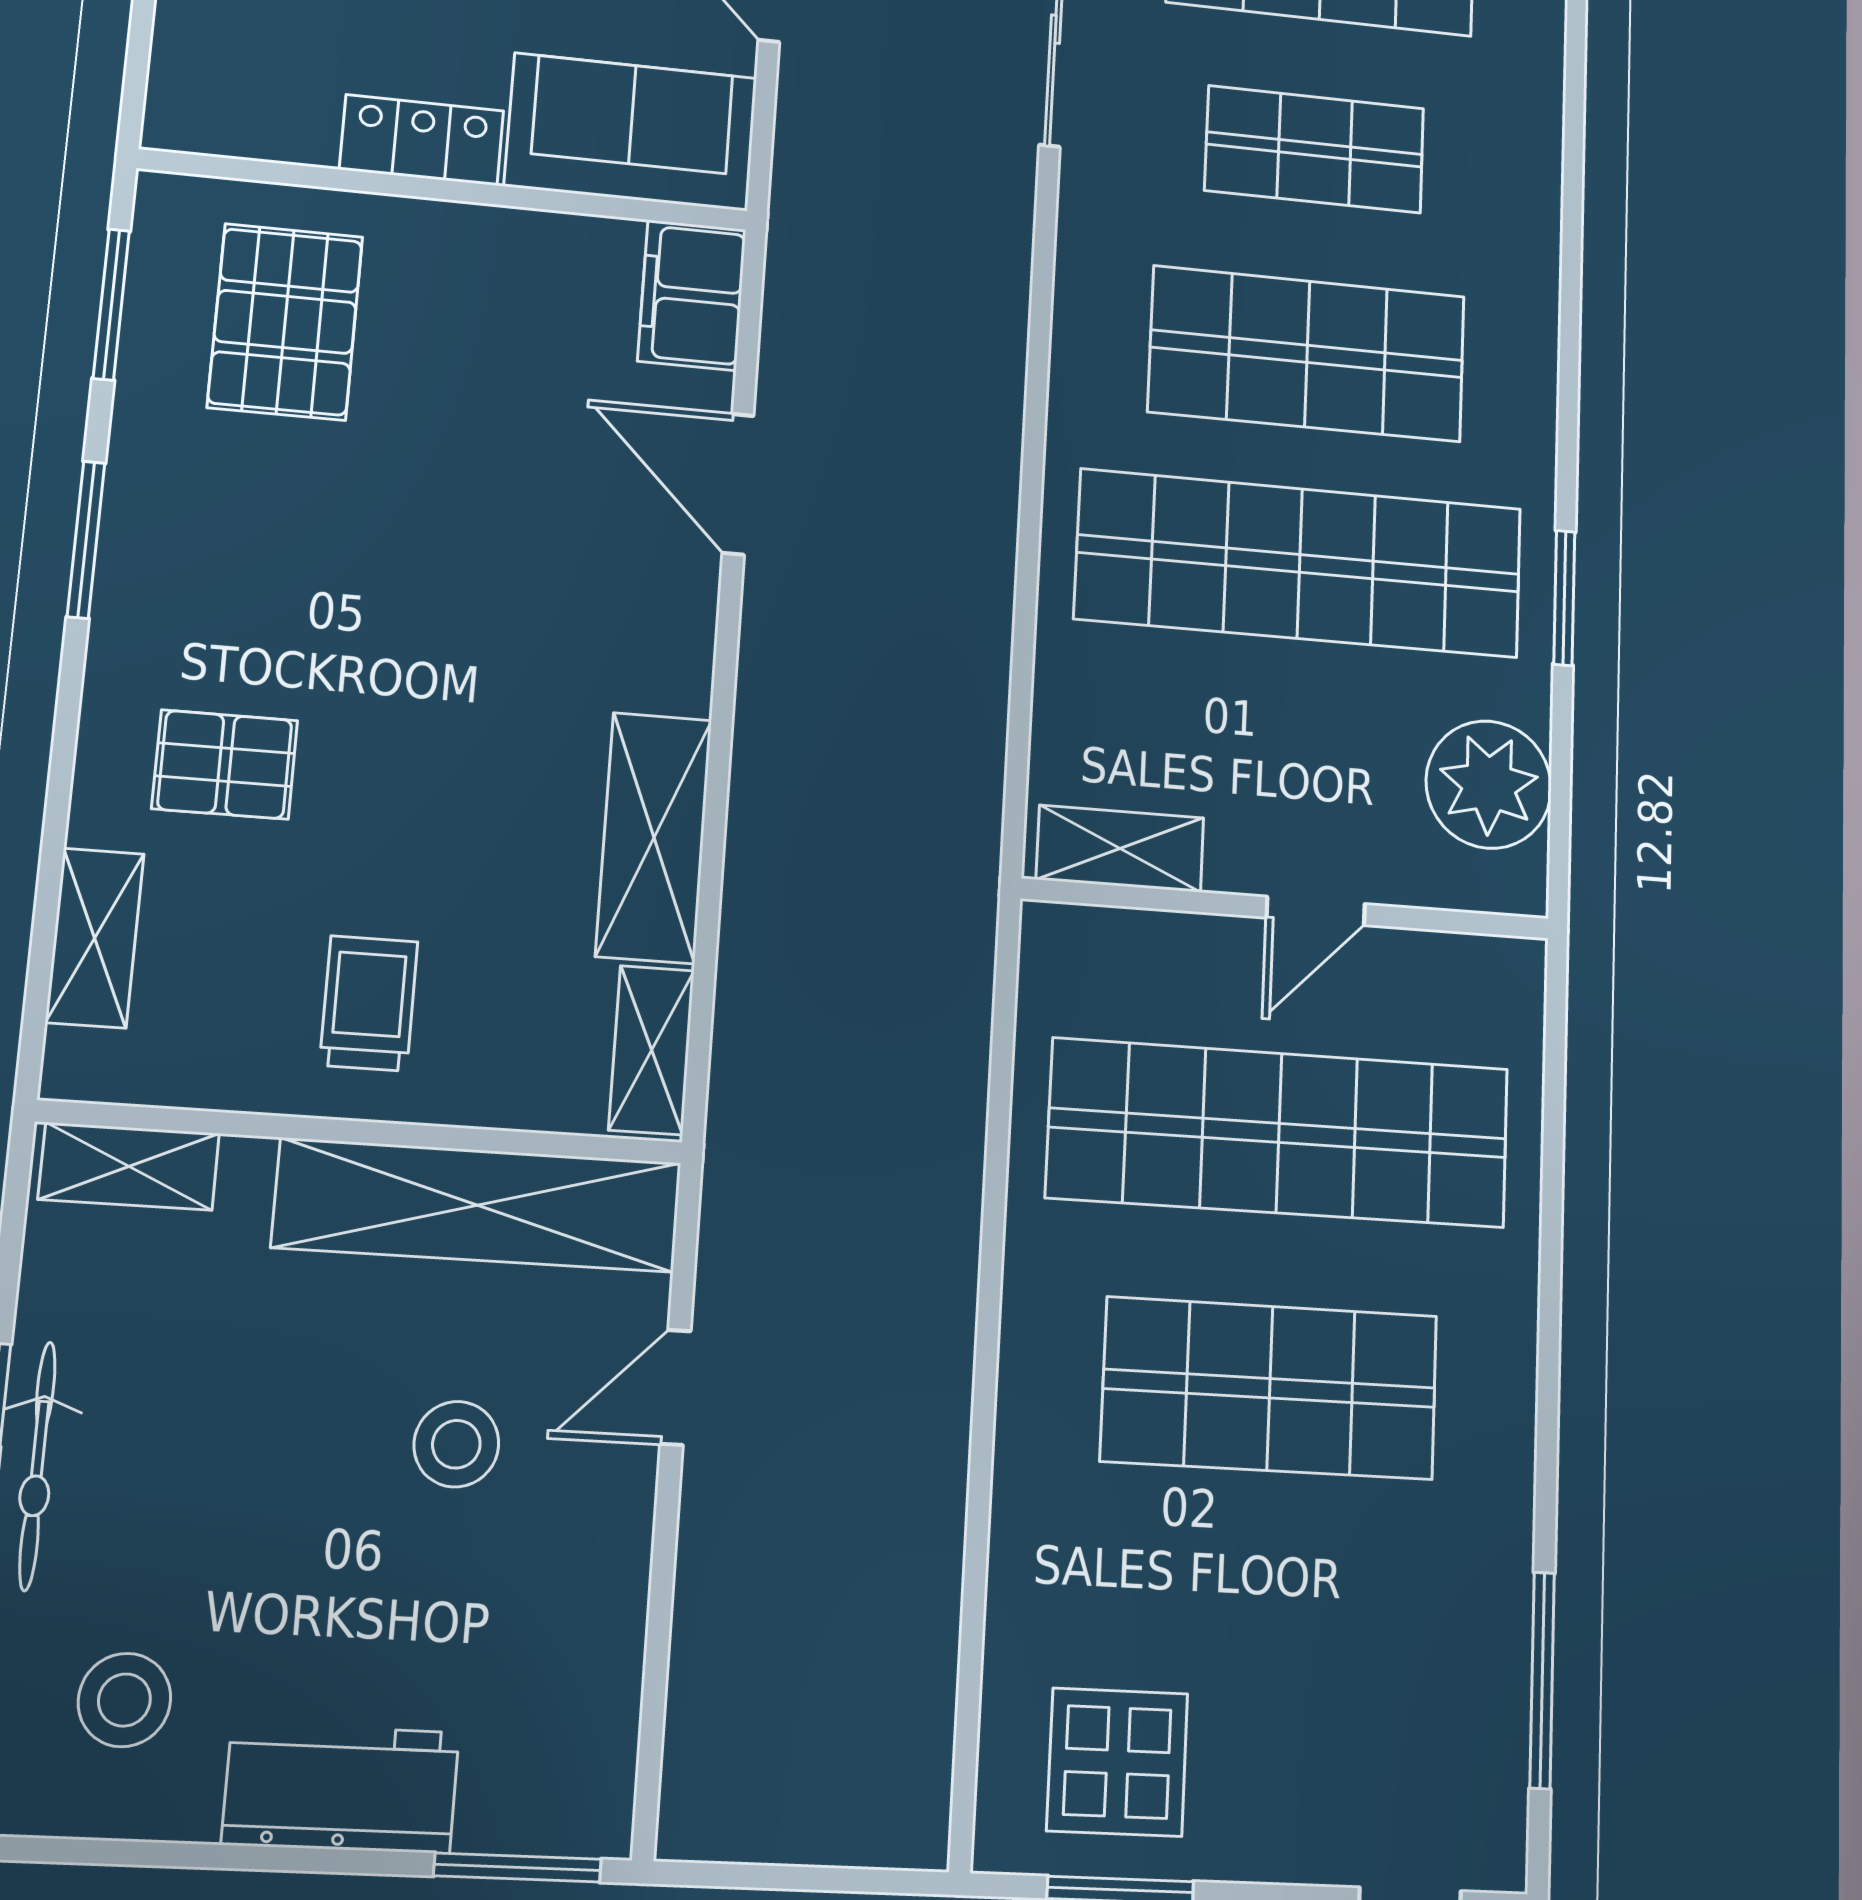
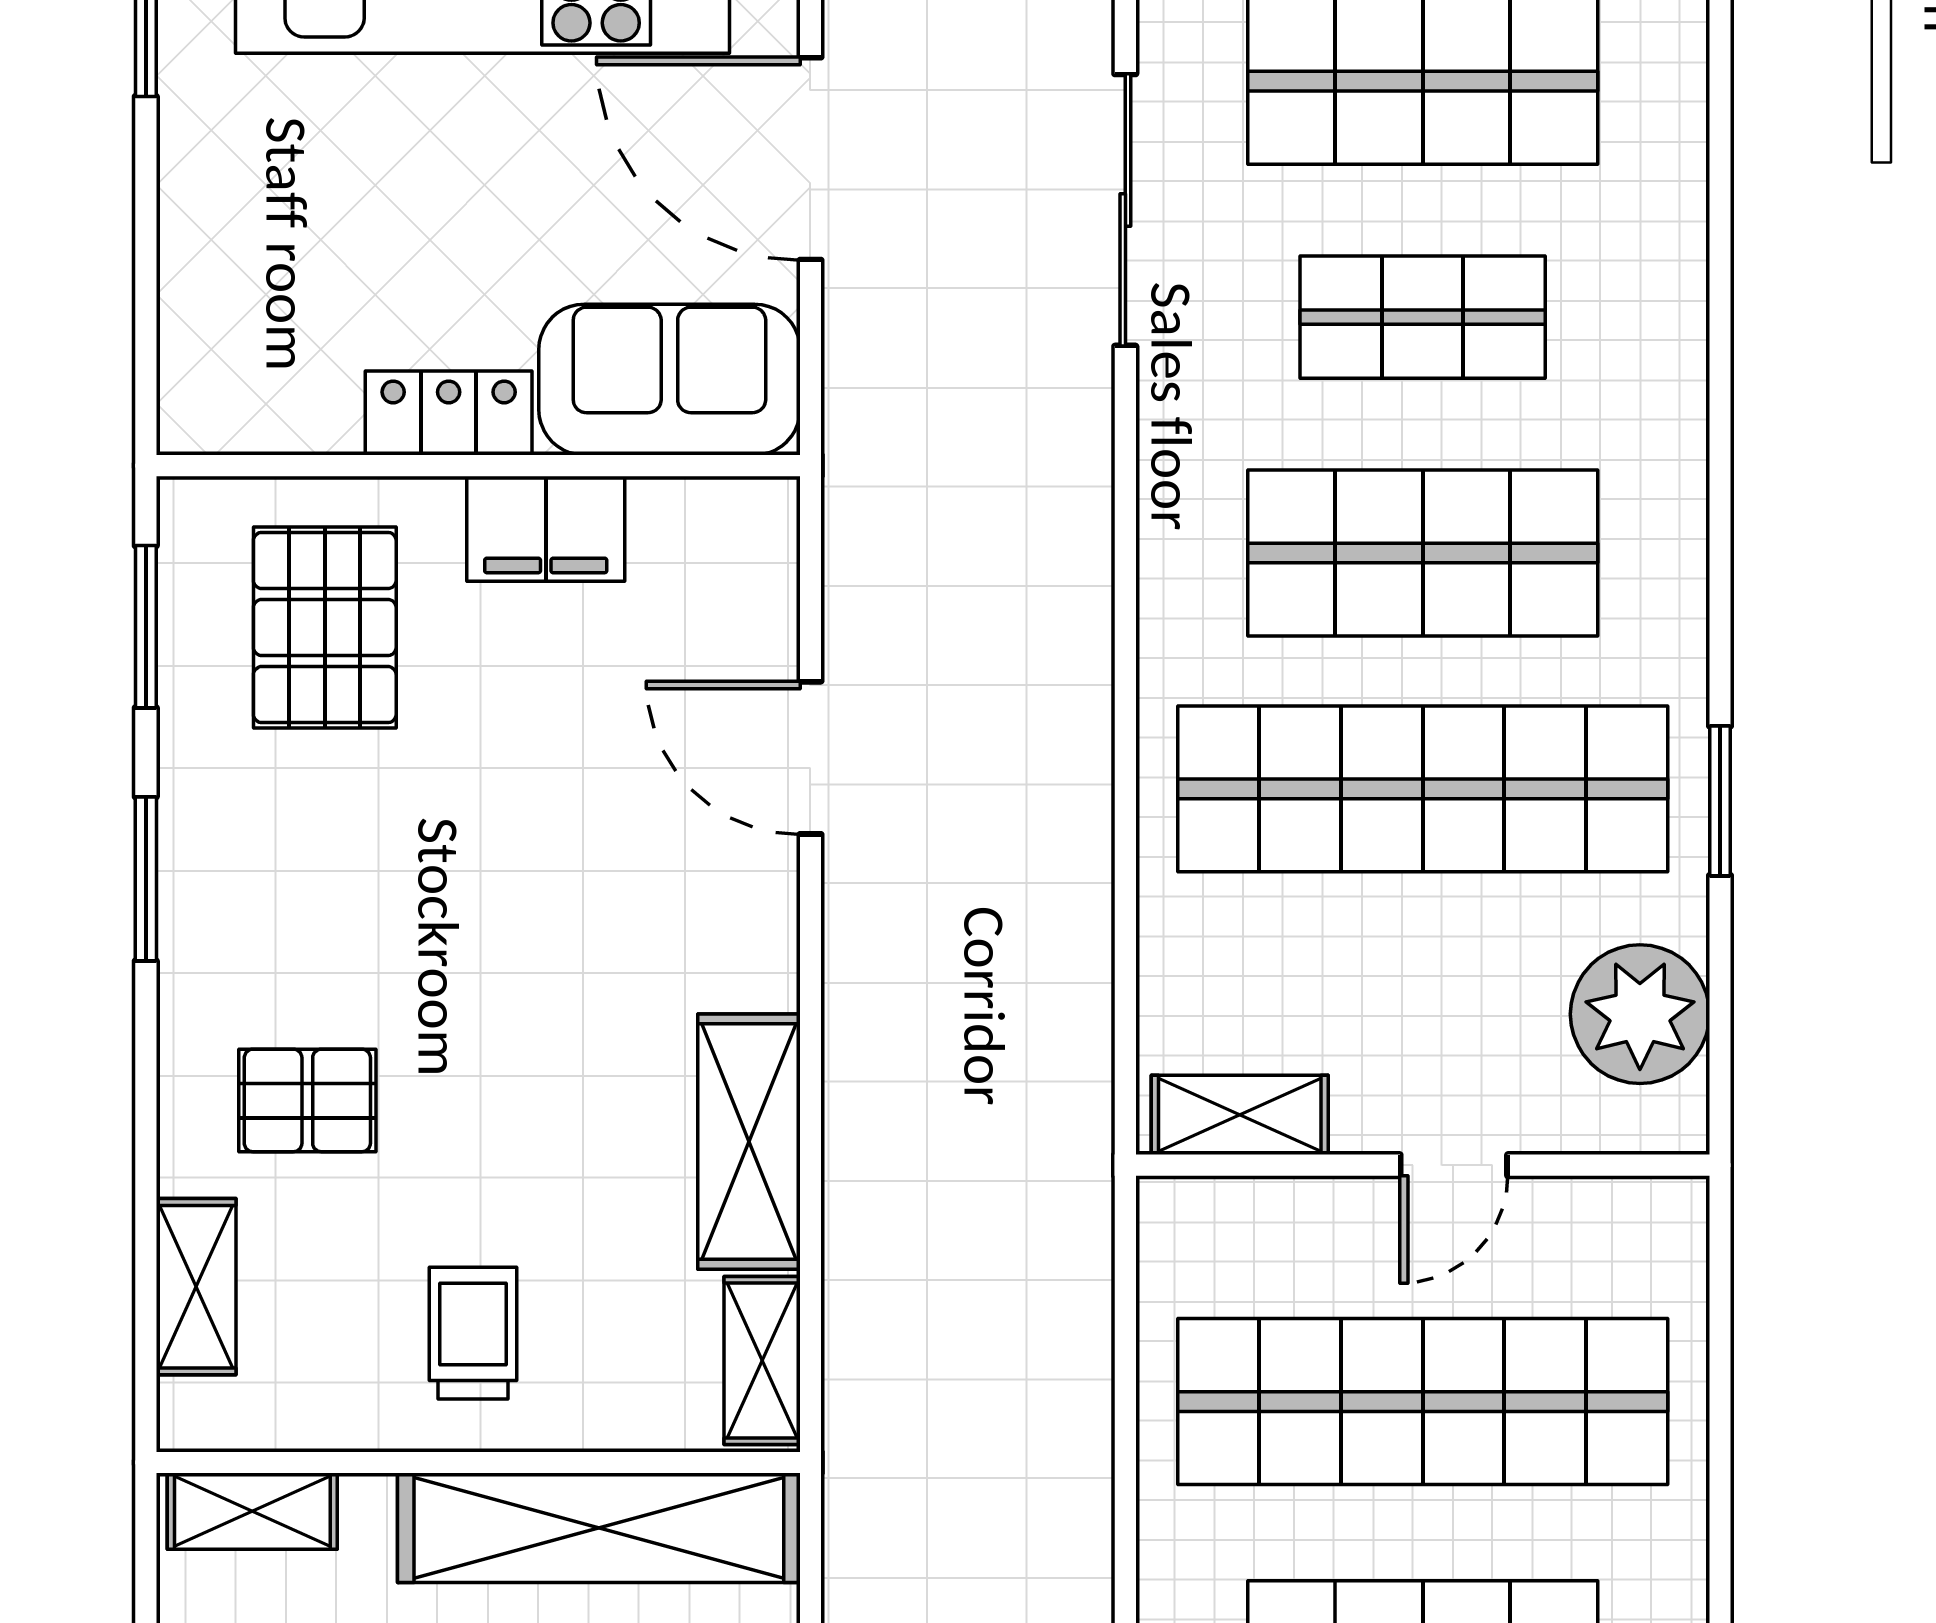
filing cabinet: (692, 295) -> (546, 529), moved, turned -90

